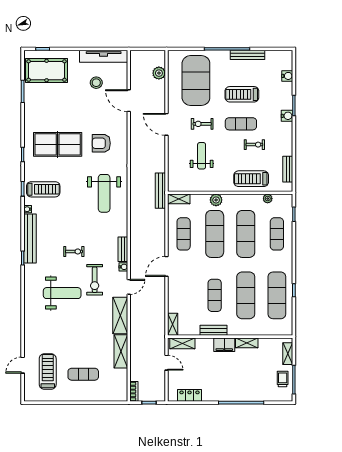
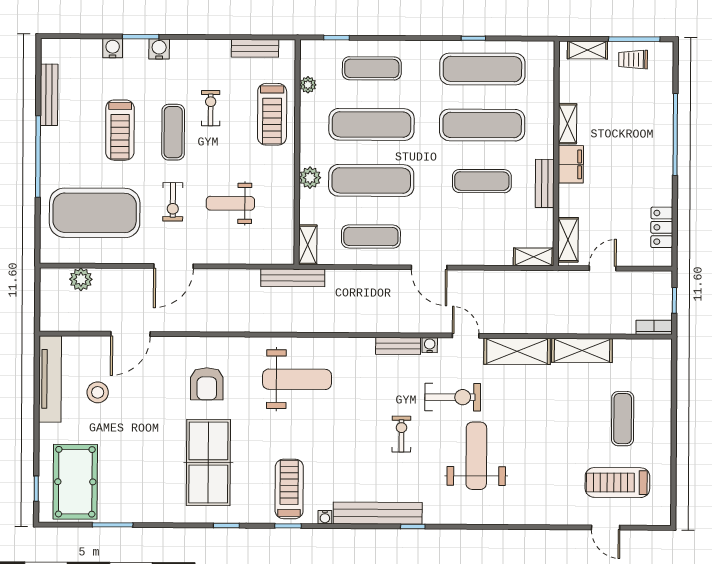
bench: (248, 55) -> (49, 95), moved
water cooler: (287, 76) -> (113, 48), moved

